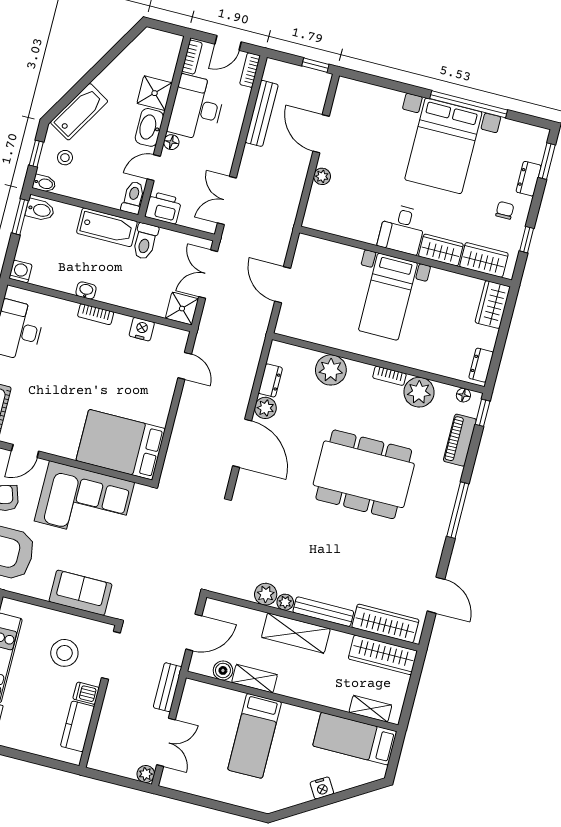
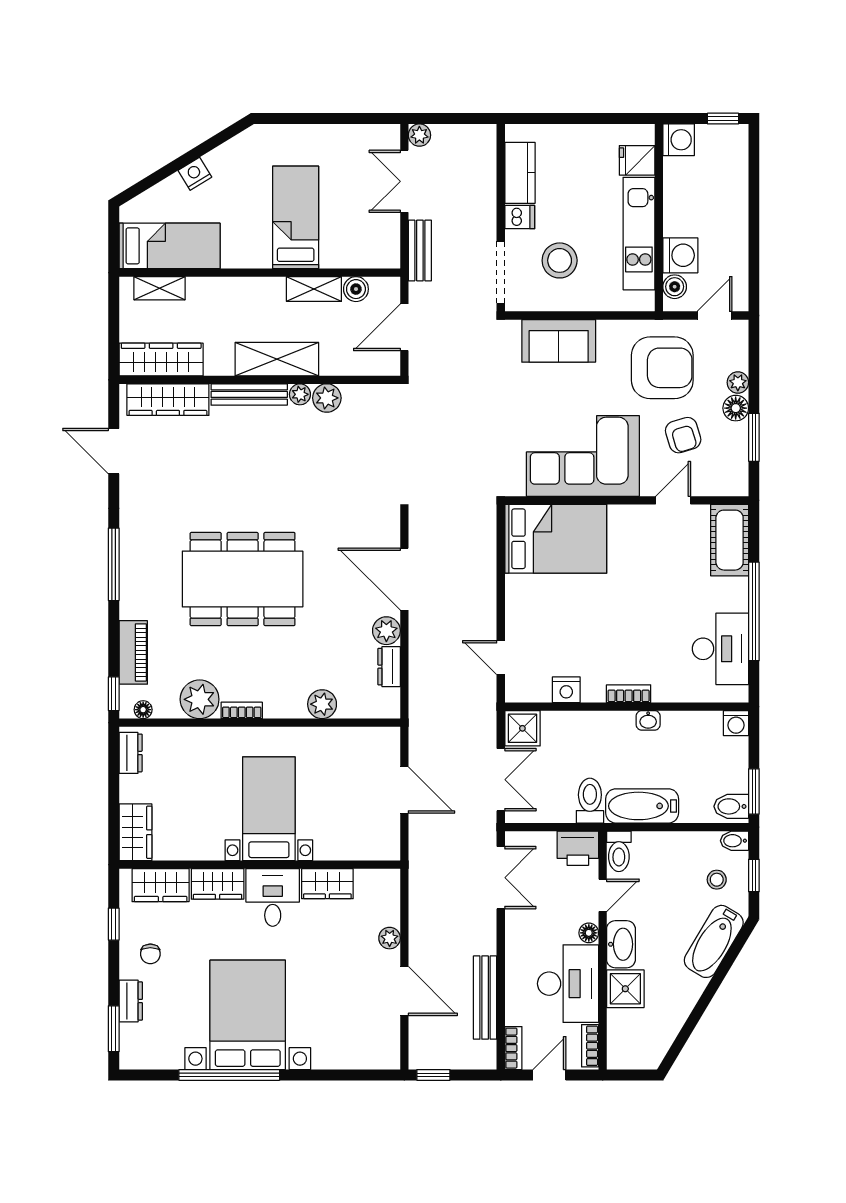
wardrobe: (358, 229) -> (327, 884), added
plant: (331, 370) -> (322, 704), width x0.73, depth x0.73

